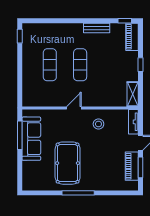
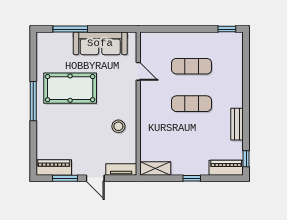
door: (74, 108) -> (138, 71), moved
window: (20, 135) -> (70, 29), moved
piano: (132, 166) -> (54, 168), moved

